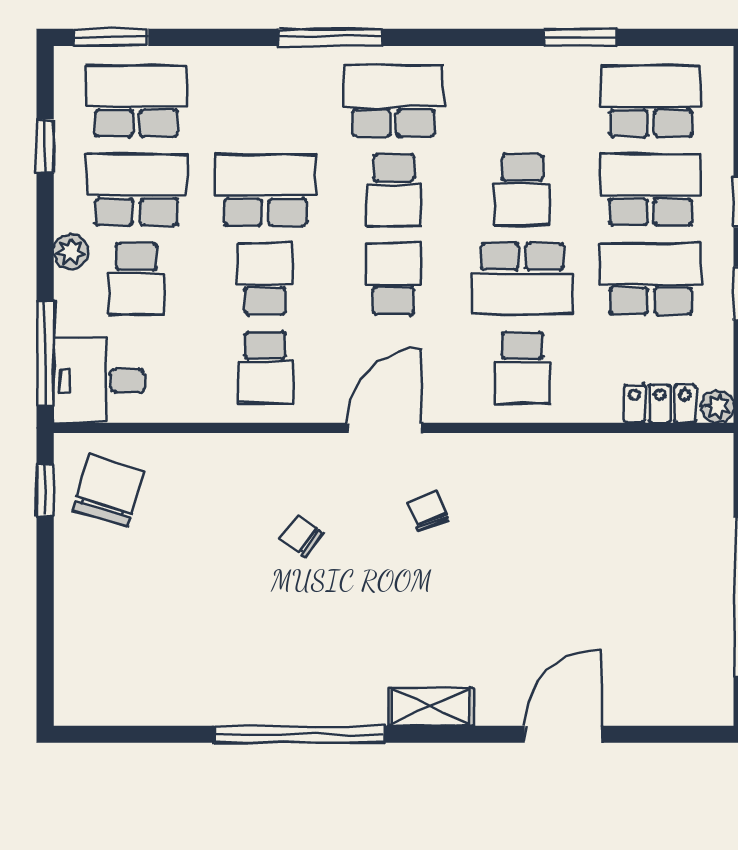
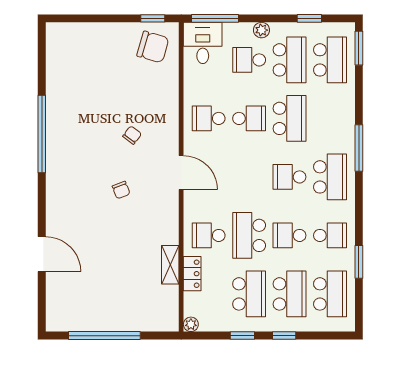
school desk: (394, 279) -> (330, 235), moved
locker: (660, 404) -> (192, 274), moved
chair: (428, 512) -> (121, 190), moved, turned 90
shelving: (431, 707) -> (170, 265), moved

